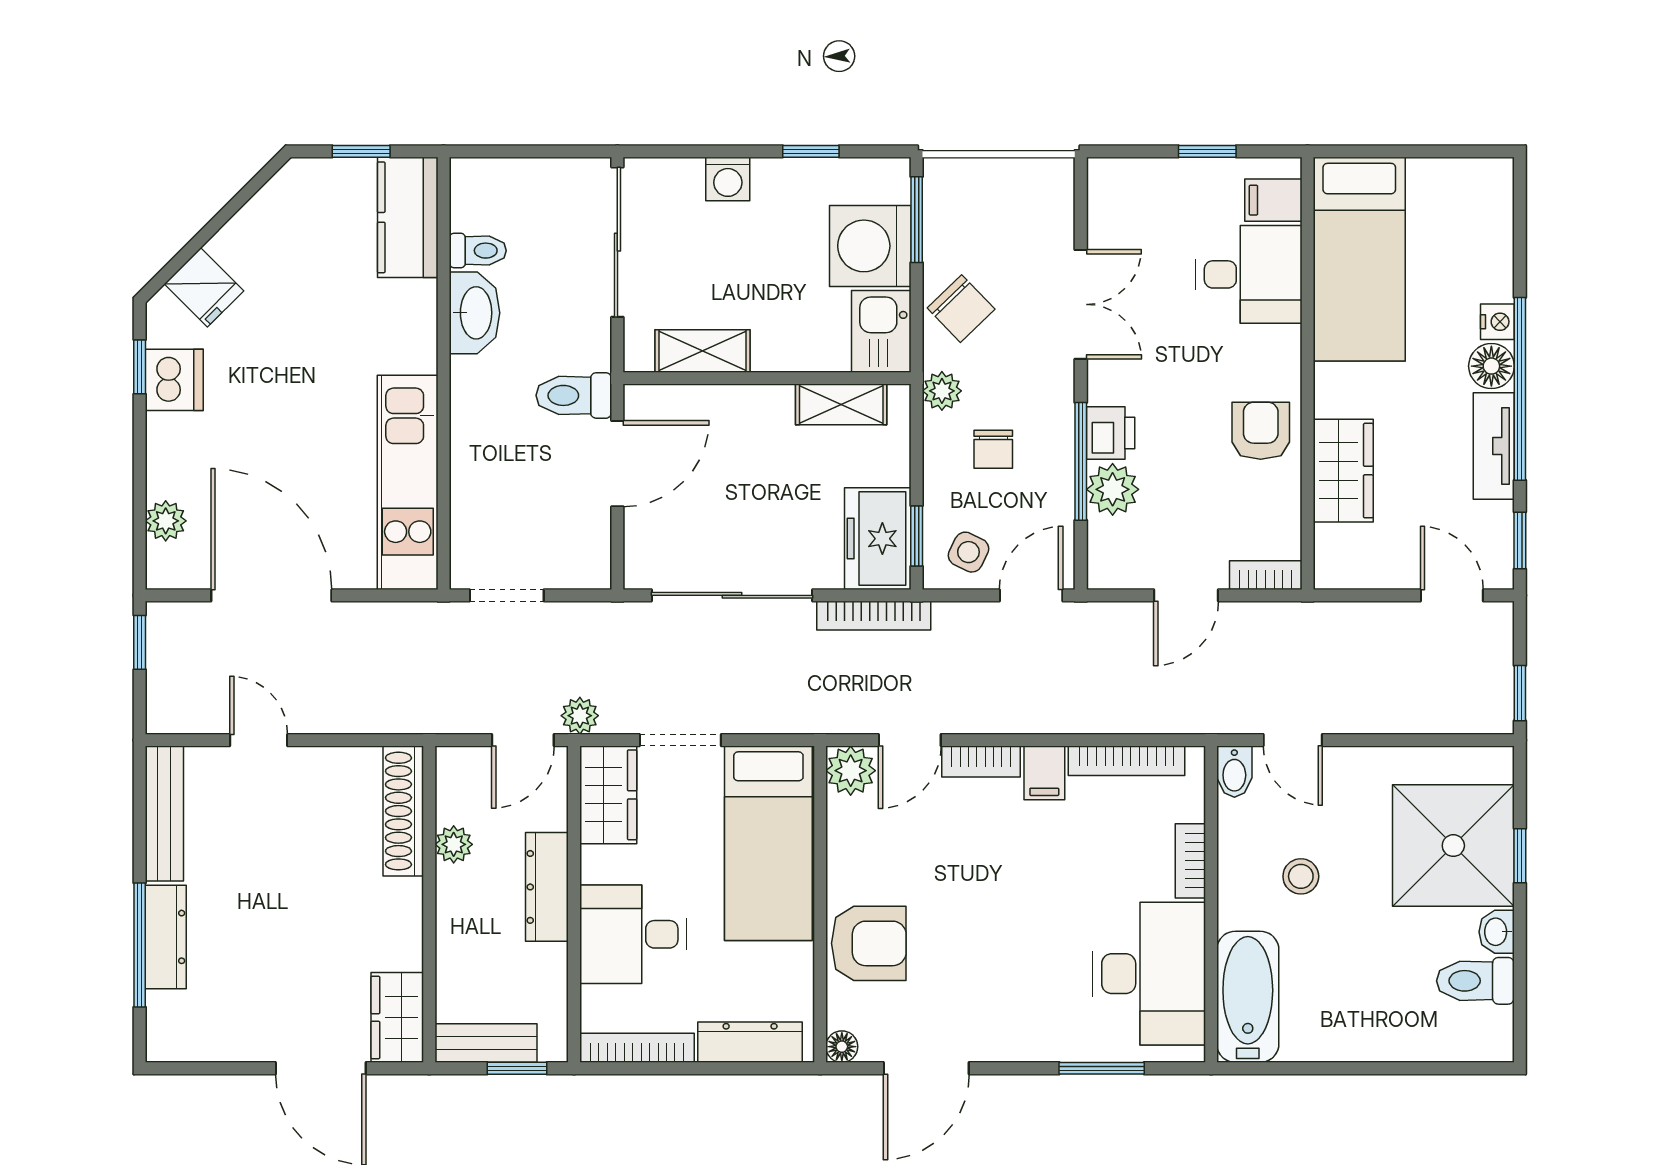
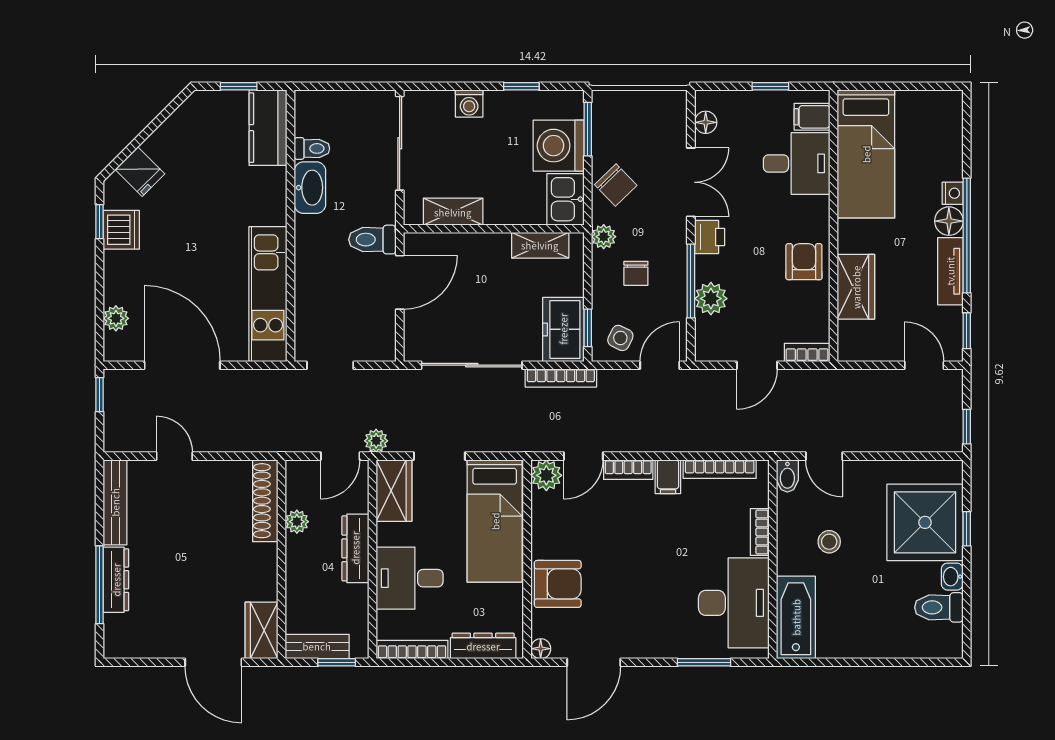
floor lamp: (1104, 209) -> (706, 122), added
printer: (1111, 433) -> (710, 237), moved

